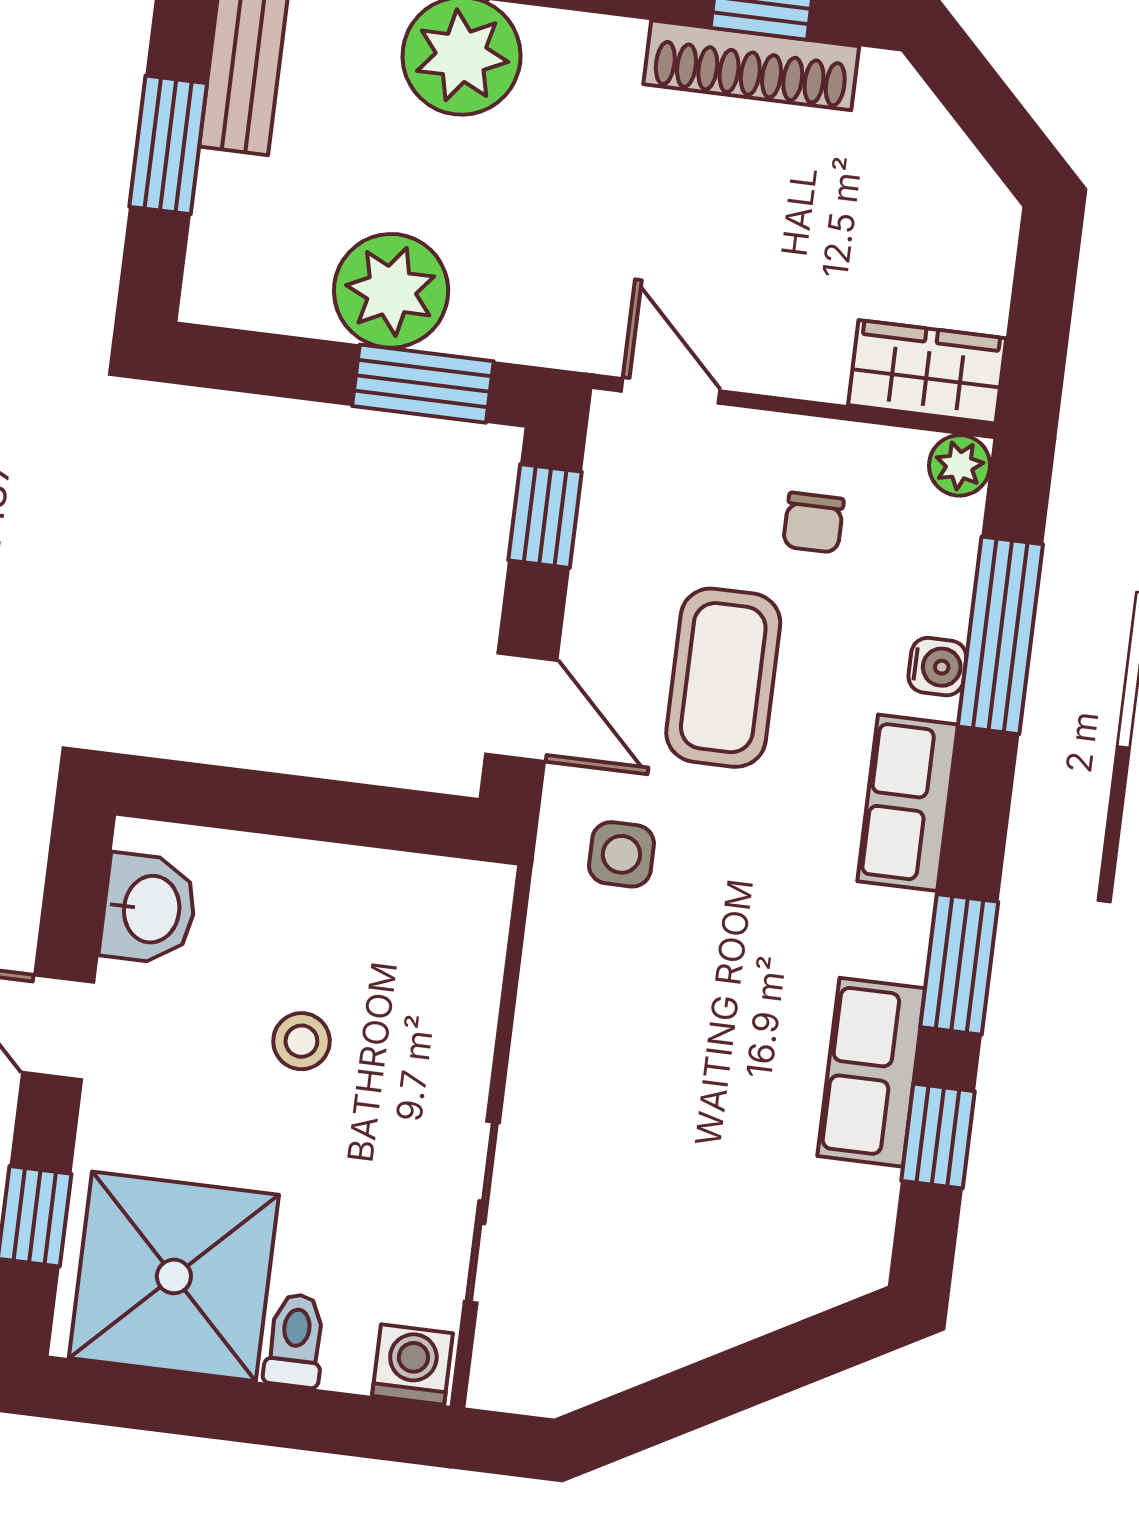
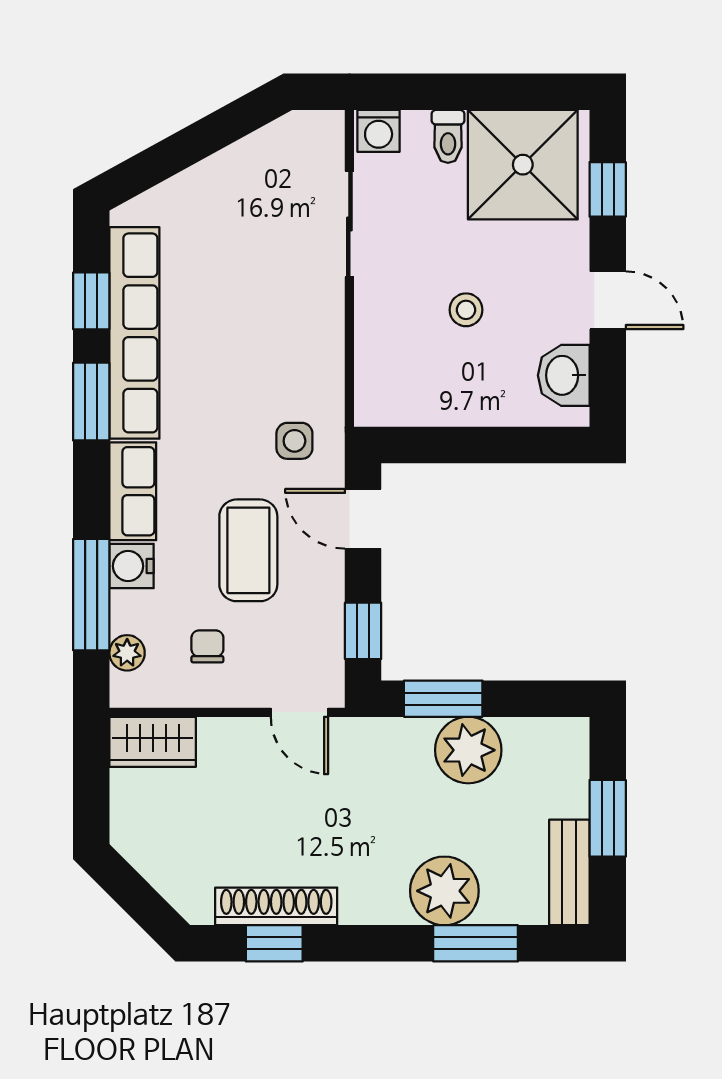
plant: (960, 465) -> (127, 653), moved
water cooler: (937, 667) -> (132, 566), width x1.38, depth x1.38
row of seats: (871, 1072) -> (134, 333), width x2.02

